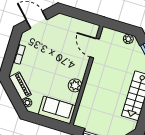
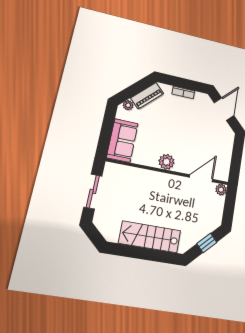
plant: (128, 39) -> (221, 190), moved
plant: (75, 85) -> (166, 162), moved

